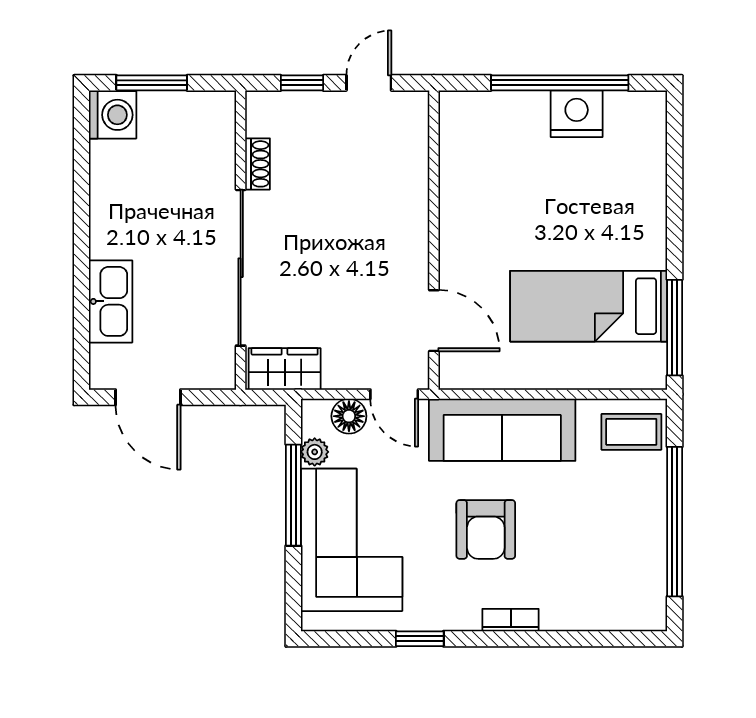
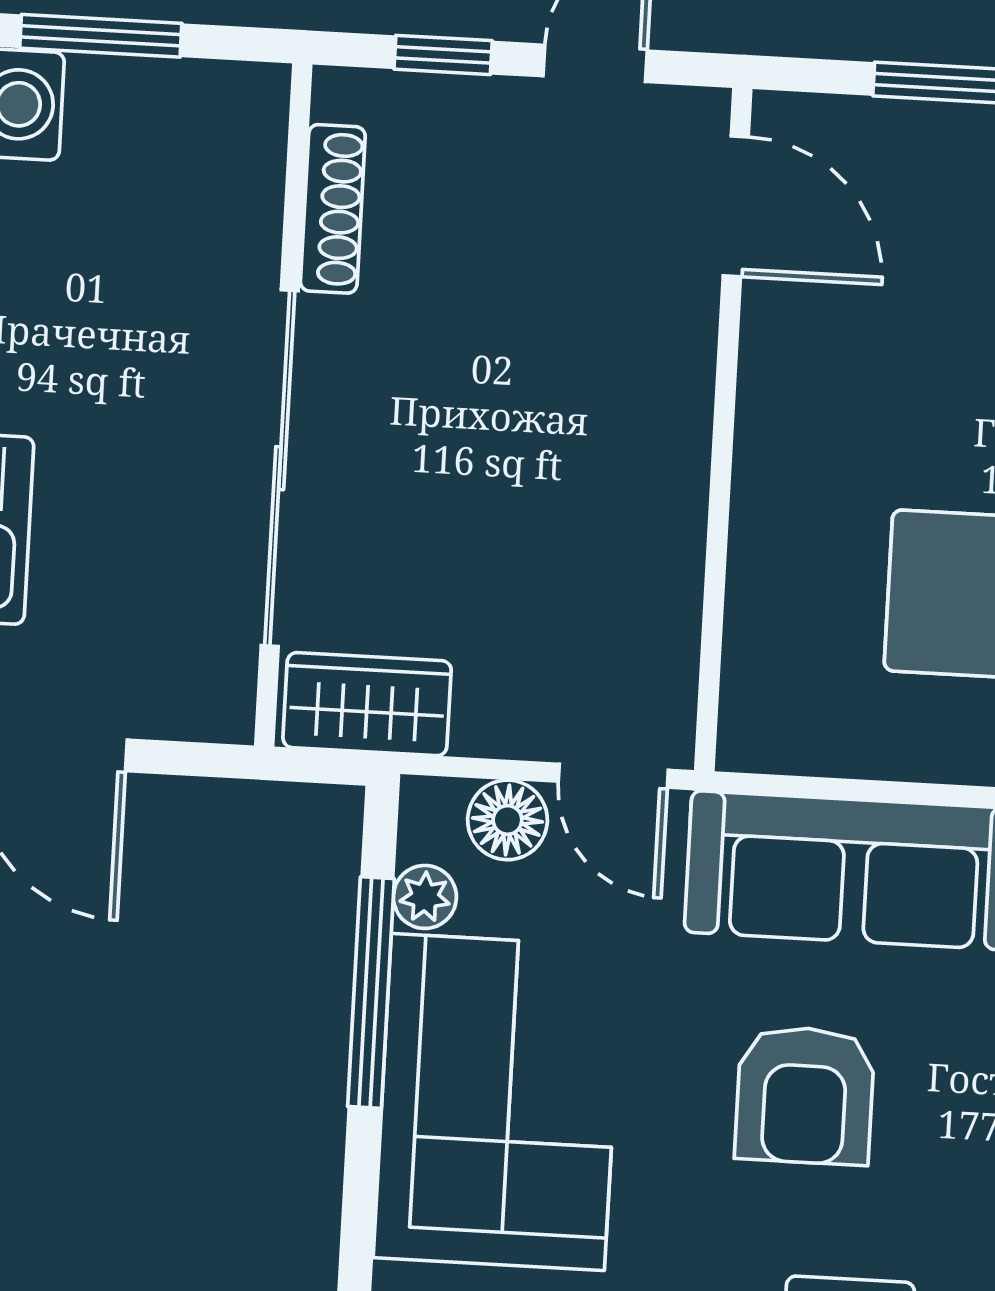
shoe rack: (257, 164) -> (333, 209), width x1.43
door: (434, 321) -> (736, 206), moved

